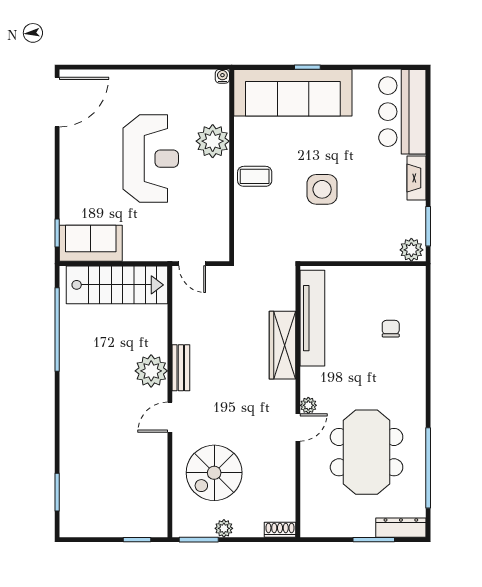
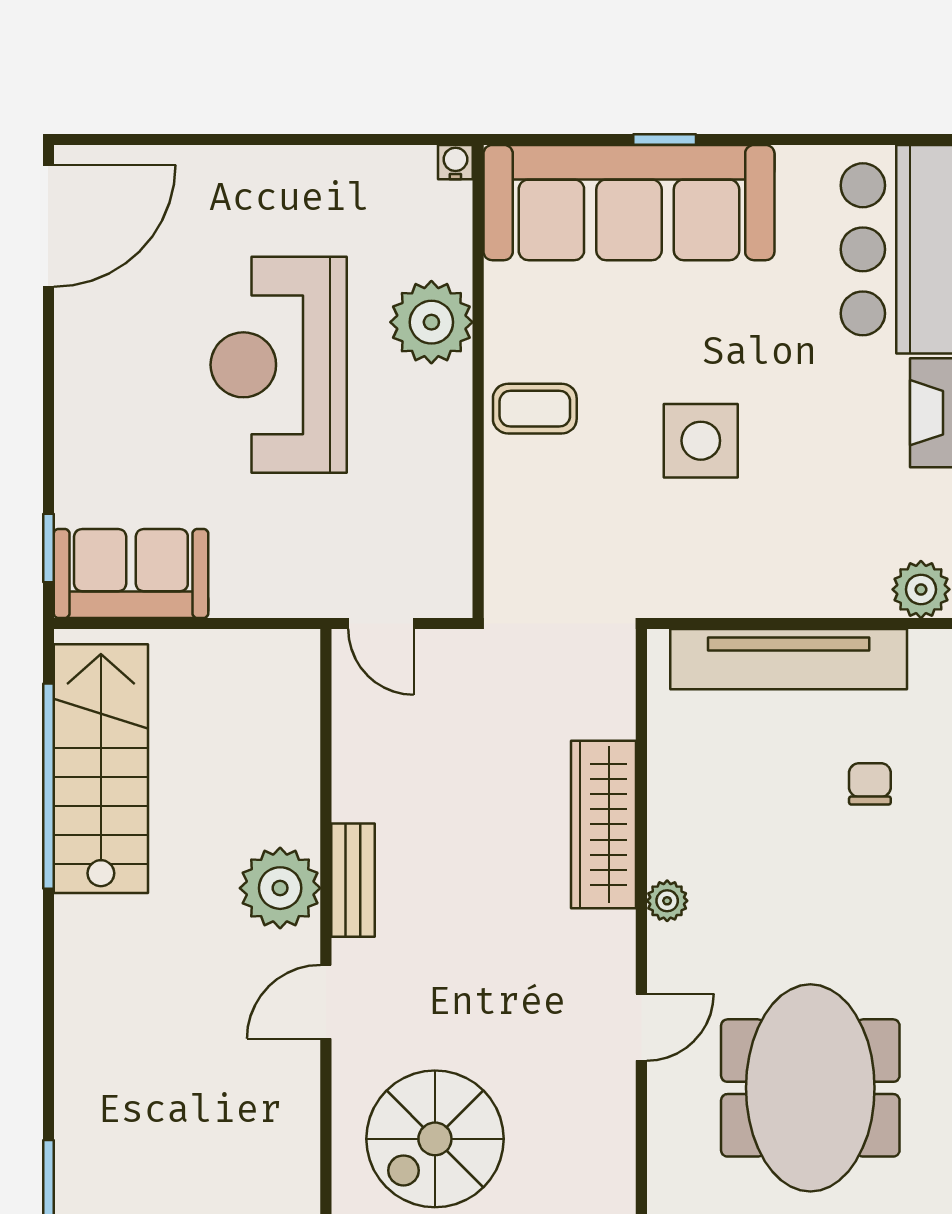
reception desk: (151, 159) -> (279, 365), turned 180
stairs: (117, 285) -> (101, 769), moved, turned -90
tv unit: (312, 318) -> (789, 659), moved, turned 90
plant: (308, 405) -> (667, 901), moved

